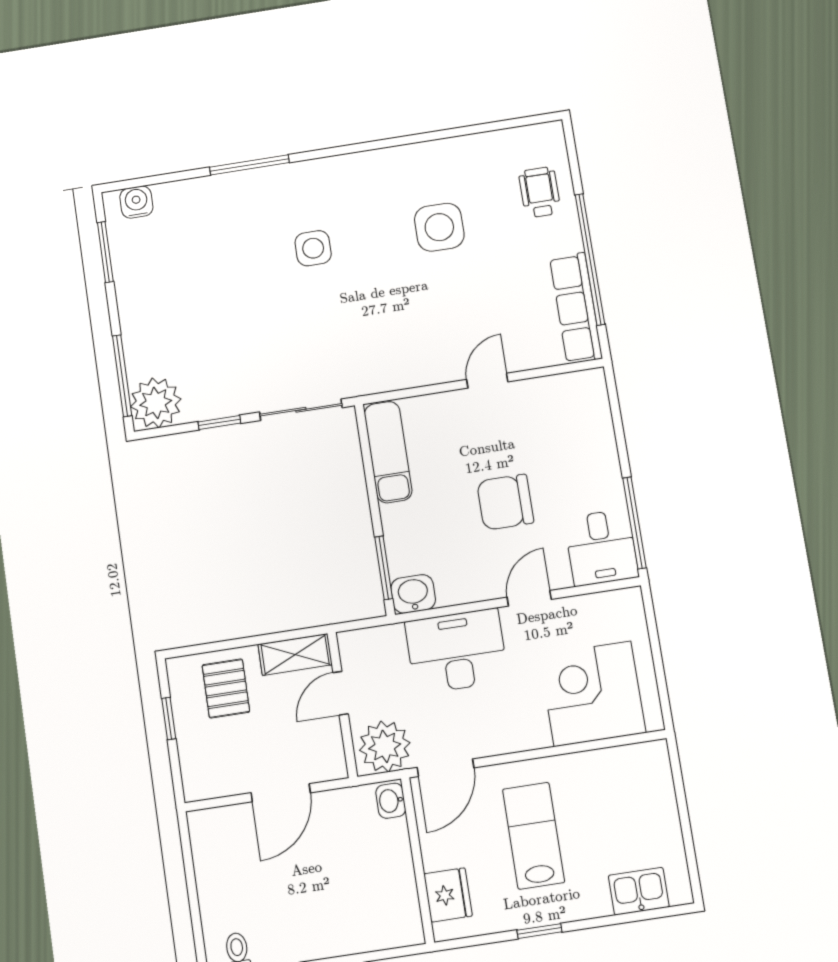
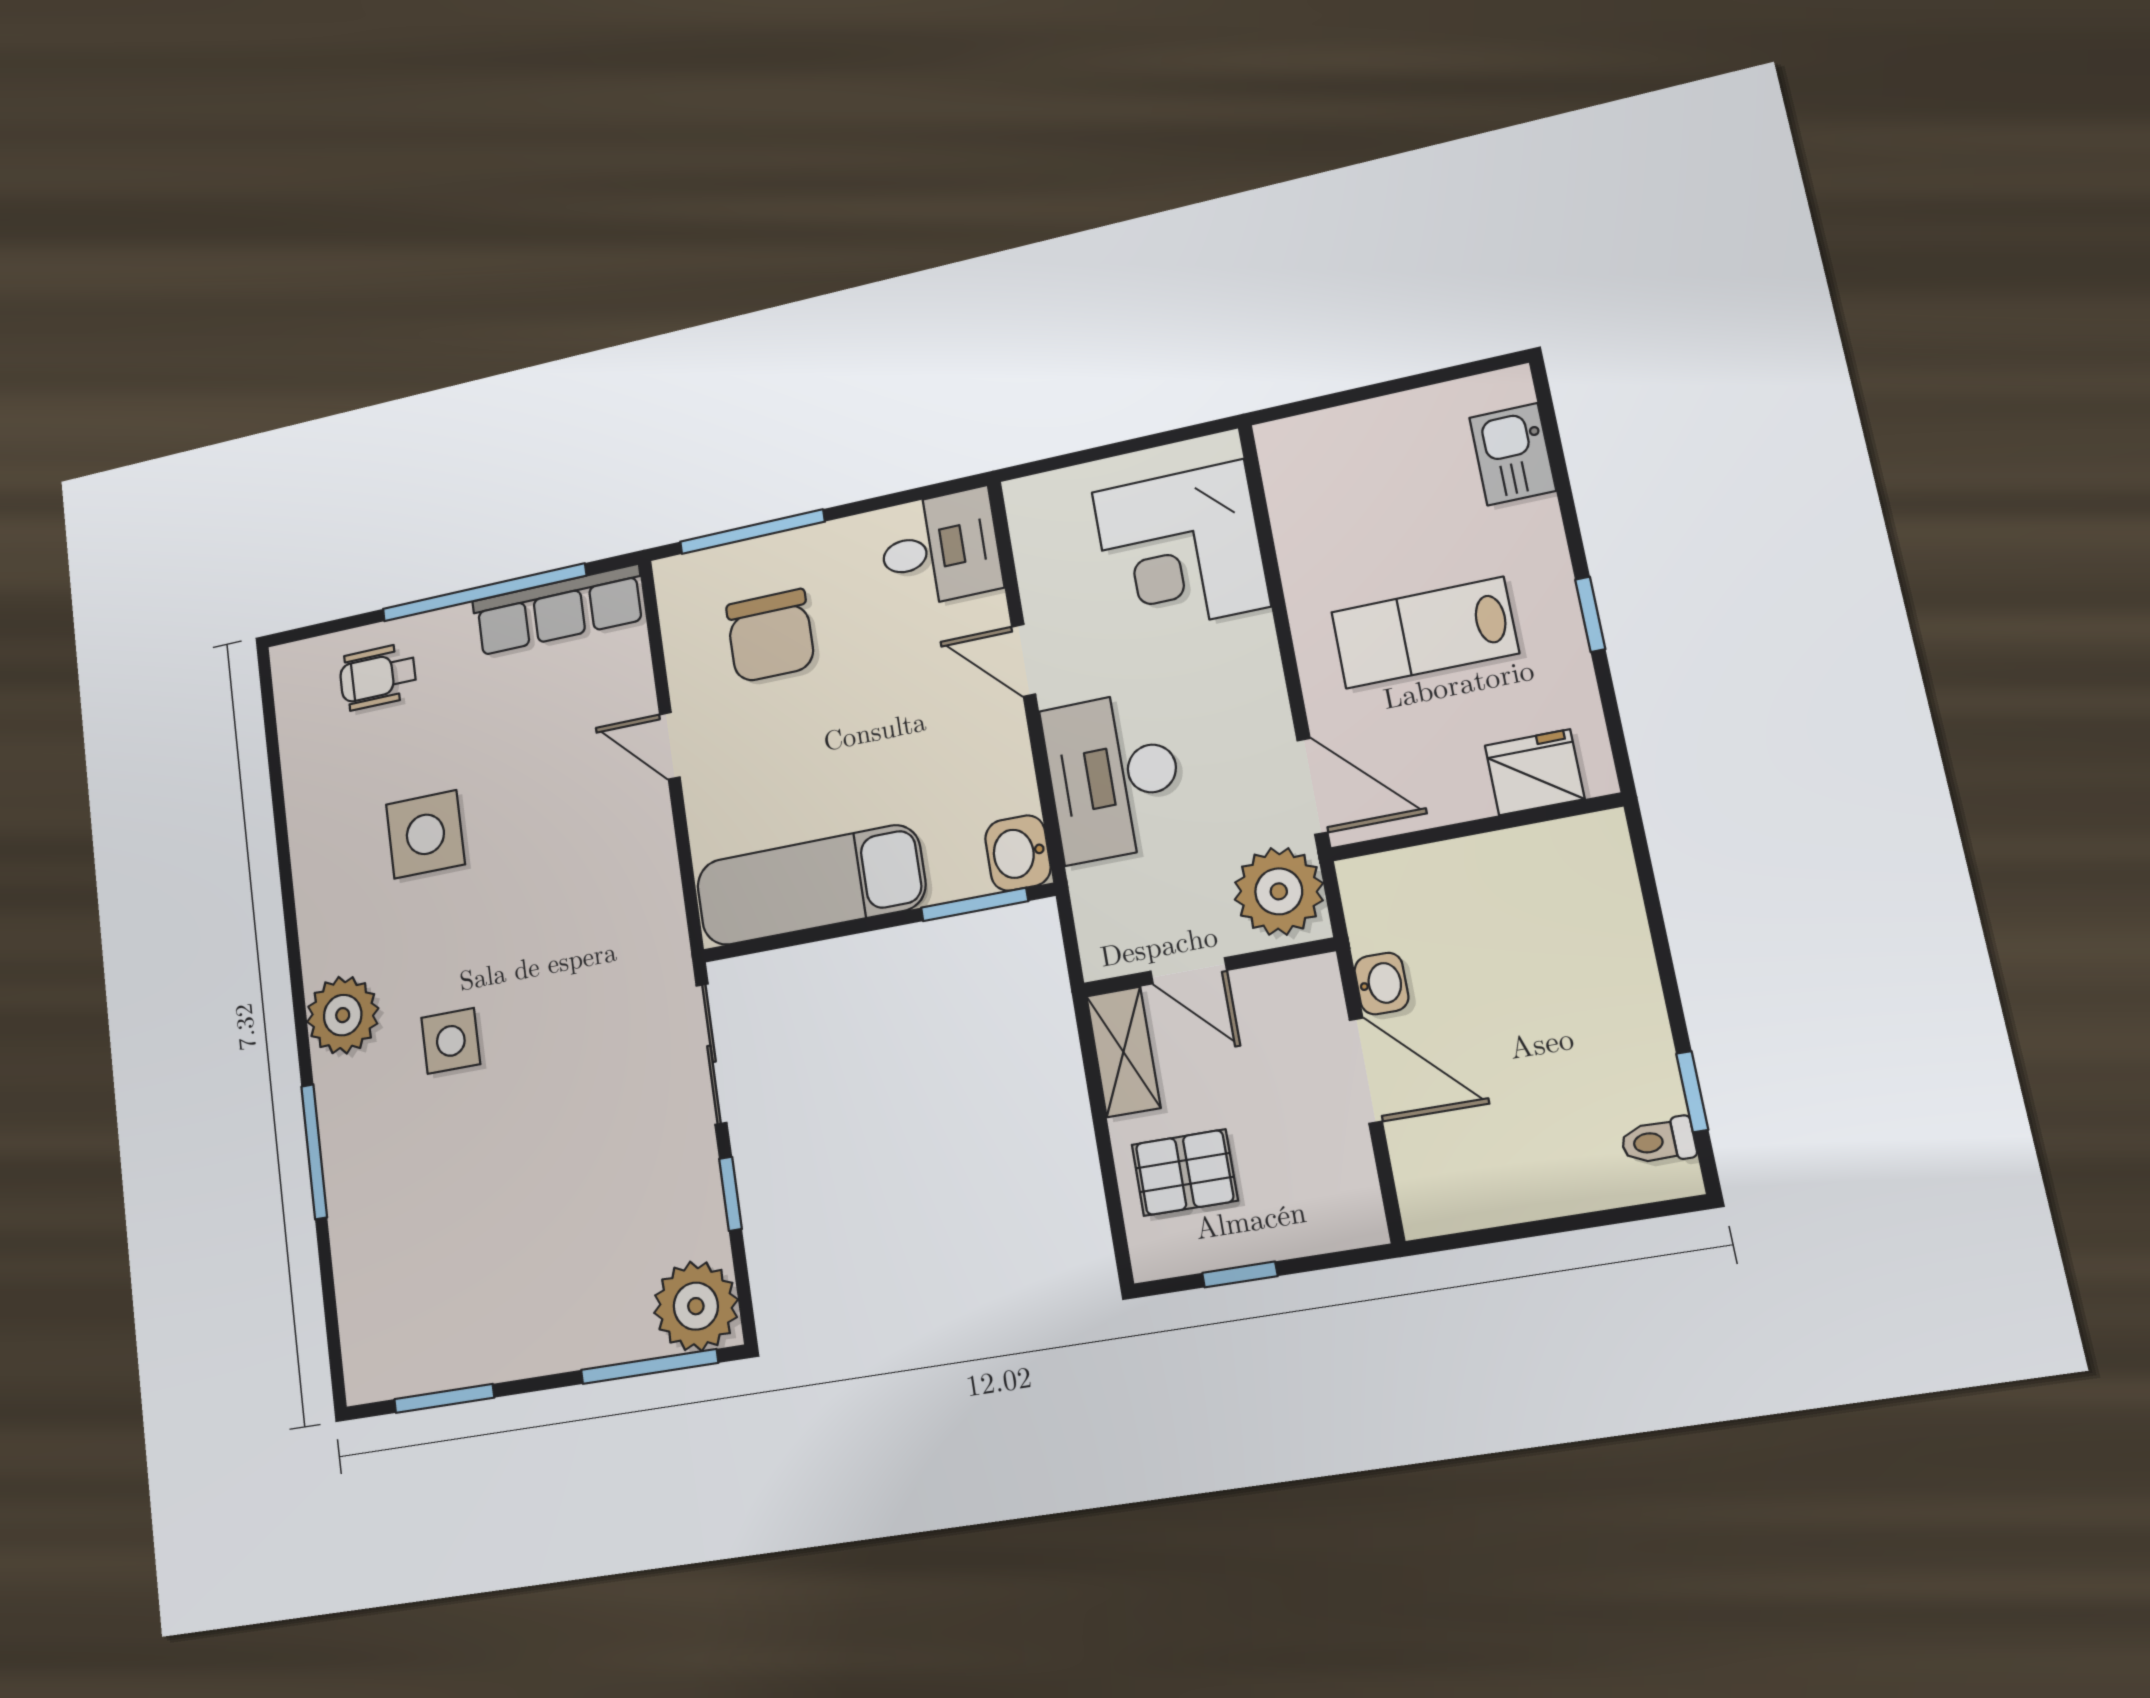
plant: (331, 179) -> (343, 1015), added
water cooler: (136, 202) -> (365, 1345), removed
exam couch: (388, 452) -> (811, 885), width x1.36, depth x1.45
chair: (505, 502) -> (770, 636), moved
window: (634, 523) -> (752, 532), moved
washbasin: (391, 801) -> (1381, 984), moved, turned -90

